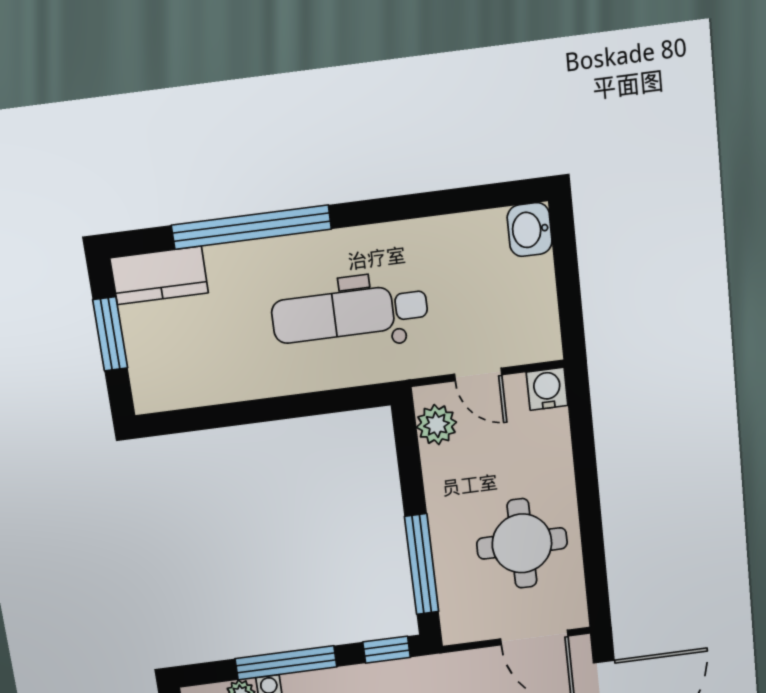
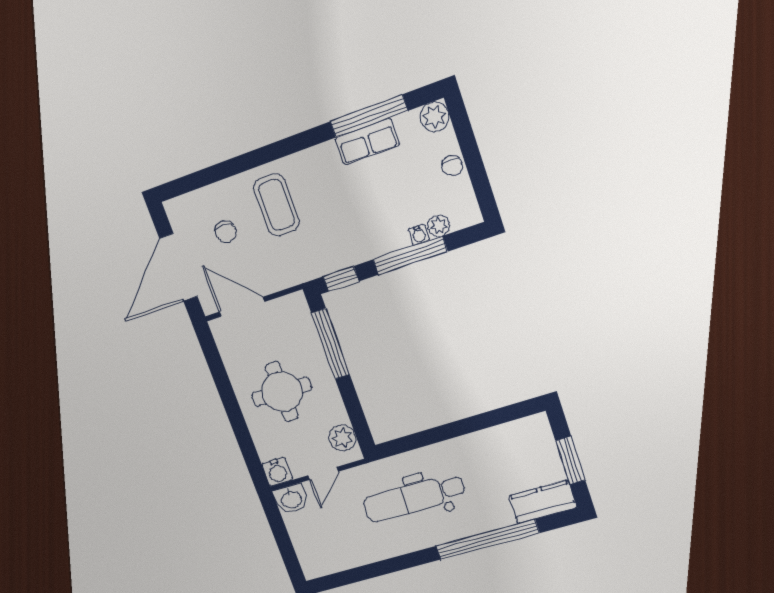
washbasin: (530, 230) -> (291, 499), moved, turned 90
dental chair: (350, 313) -> (414, 498), turned 180
door: (478, 375) -> (323, 473), swing flipped
round table: (522, 543) -> (282, 392), moved

